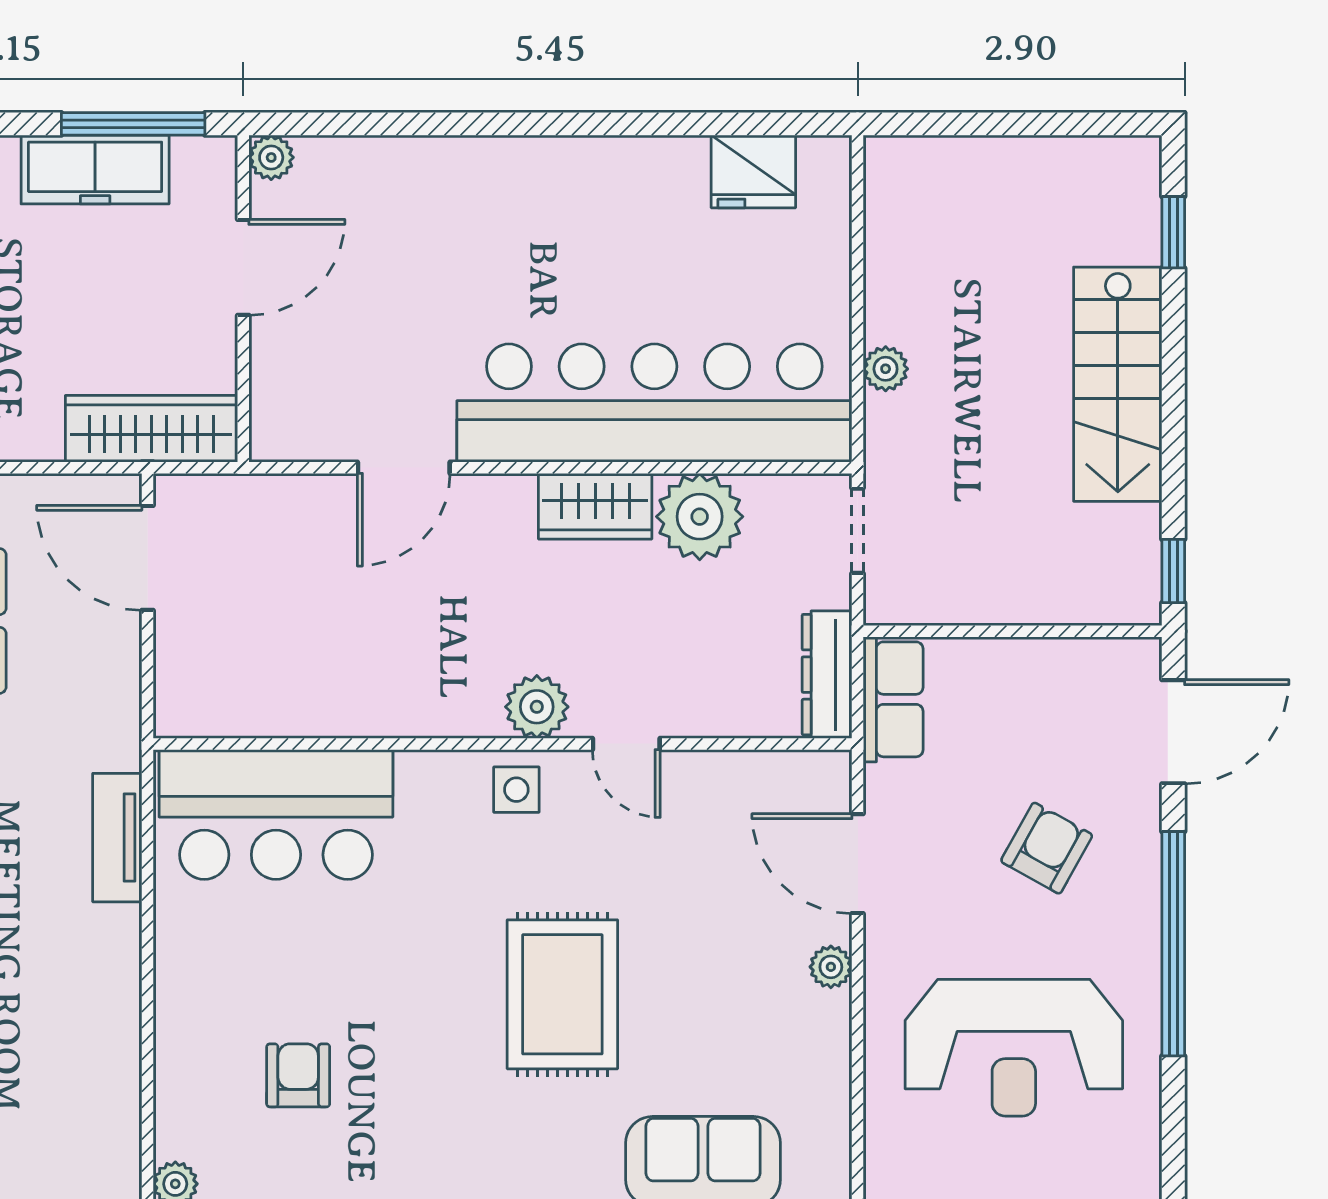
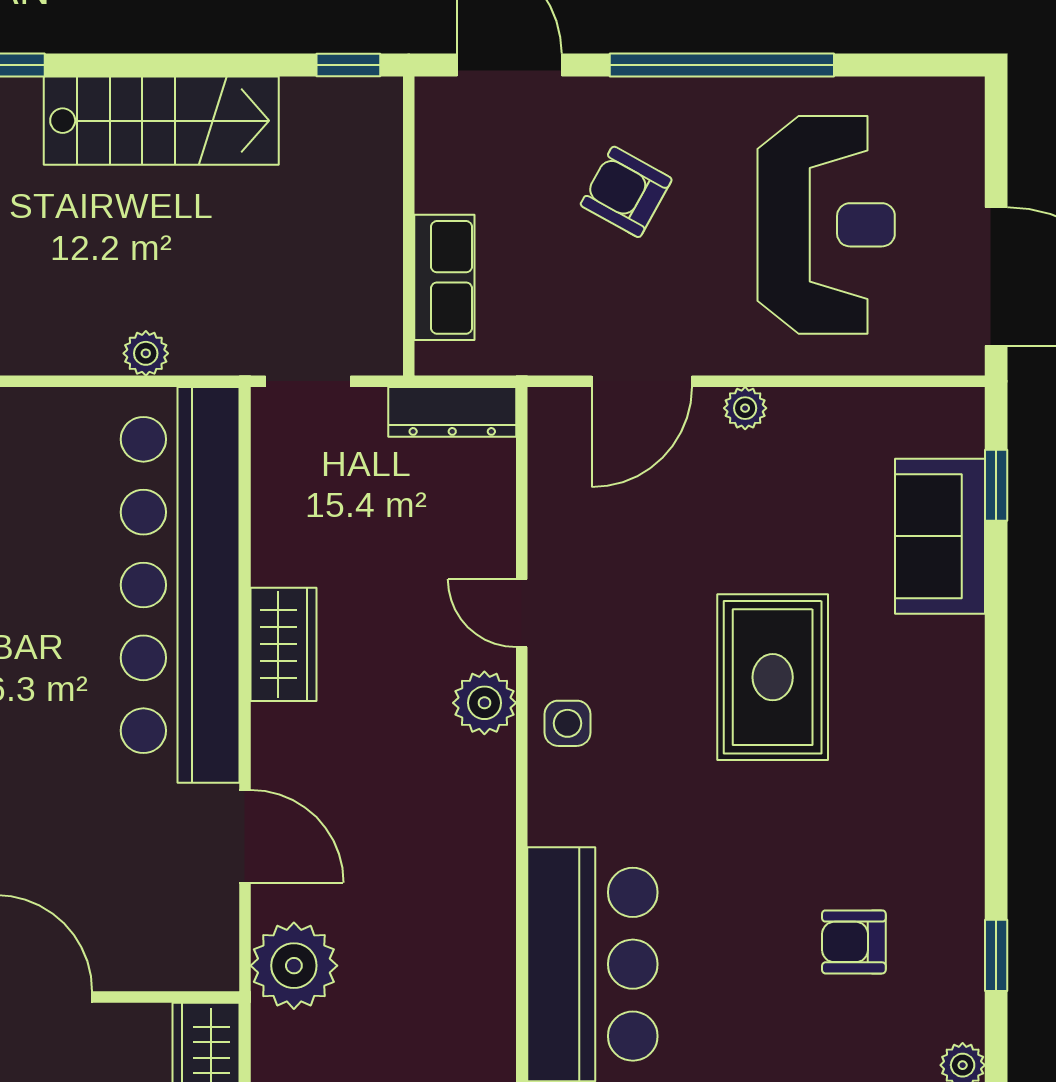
plant: (700, 517) -> (294, 966), moved
row of seats: (893, 699) -> (444, 277), moved, turned 90
door: (626, 744) -> (522, 613), swing flipped
rug: (562, 994) -> (773, 677), turned 90

